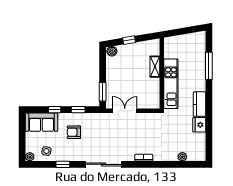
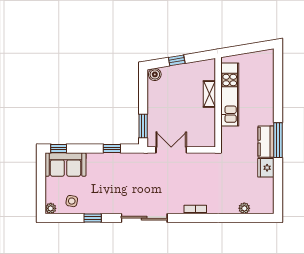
window: (209, 66) -> (278, 140), moved
kitchen unit: (171, 84) -> (230, 95), moved
window: (55, 110) -> (59, 149), moved
armchair: (74, 132) -> (107, 177), removed

